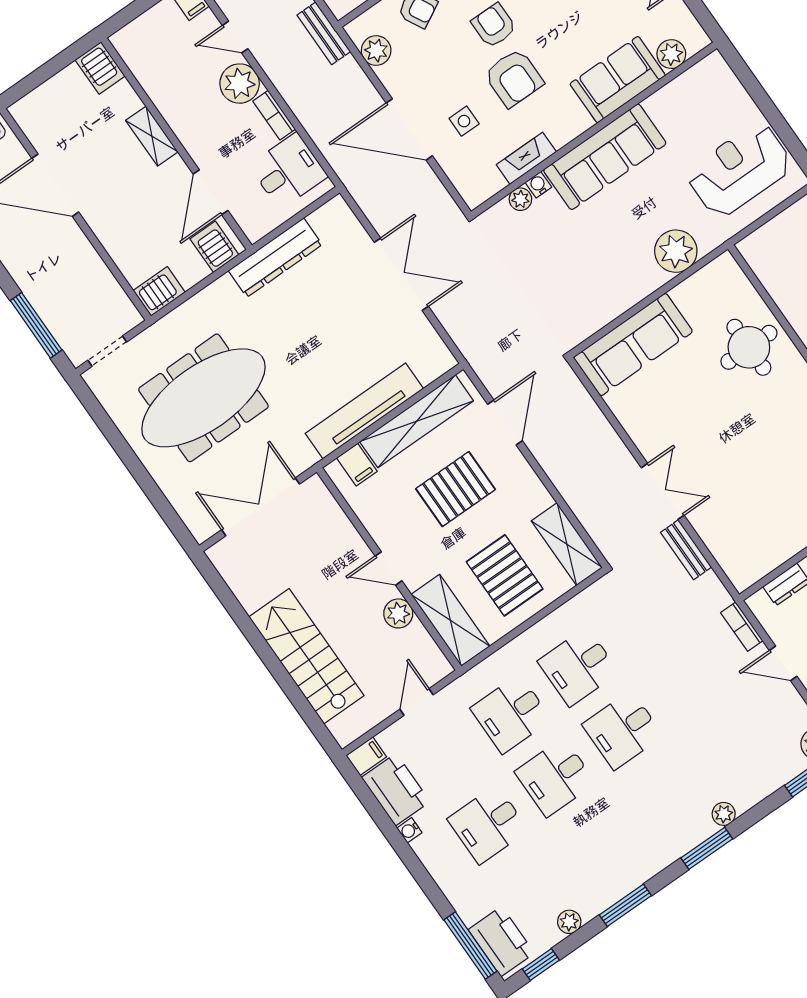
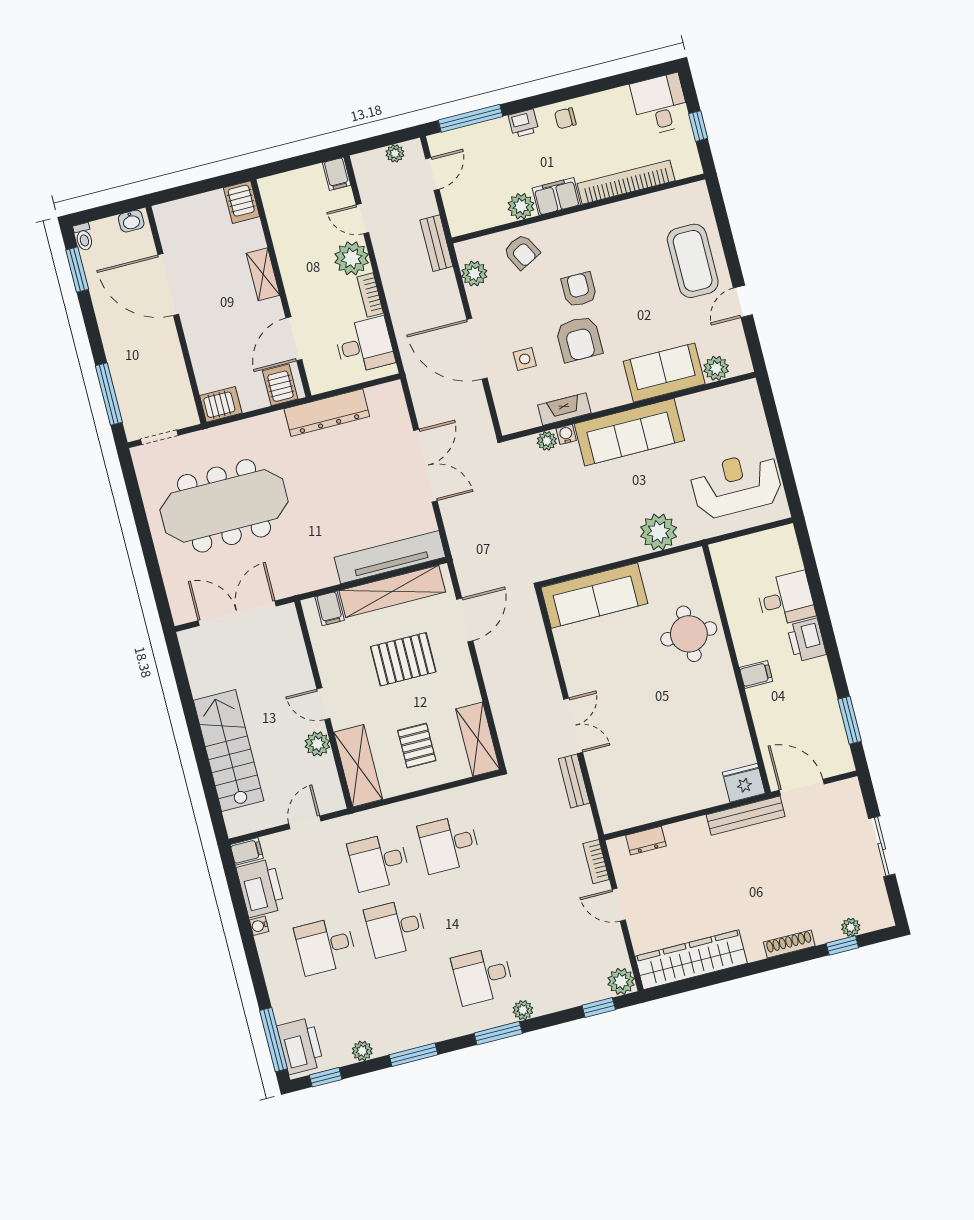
tv unit: (364, 411) -> (390, 557), moved
pallet: (505, 575) -> (417, 746), width x0.67, depth x0.71
desk: (623, 730) -> (483, 976), moved

